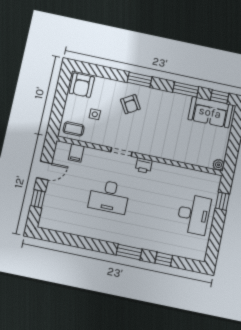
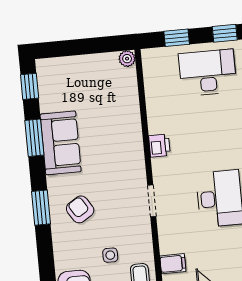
armchair: (130, 104) -> (80, 209), turned -91
sofa: (210, 112) -> (61, 143), moved
printer: (144, 166) -> (159, 146), moved
window: (216, 234) -> (225, 33), added

